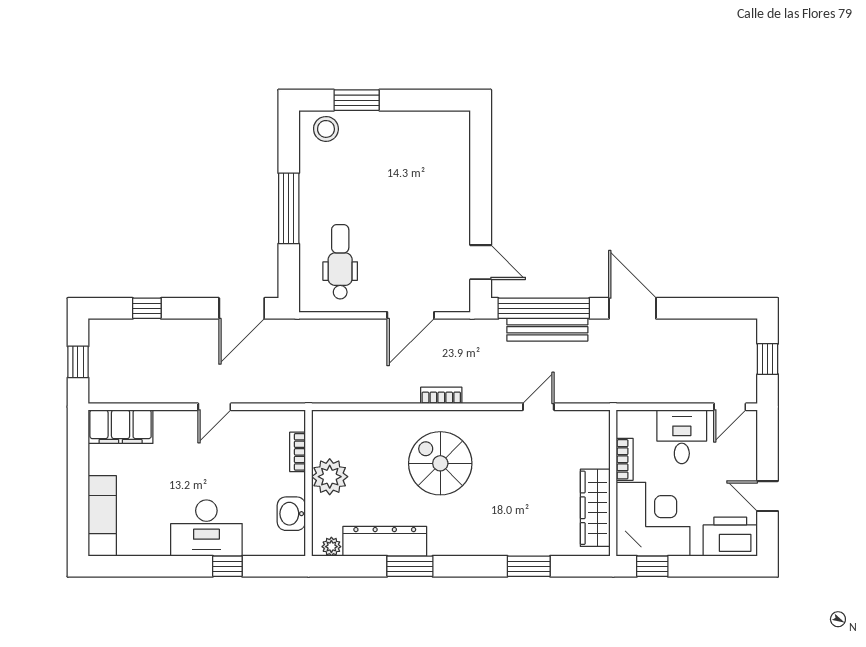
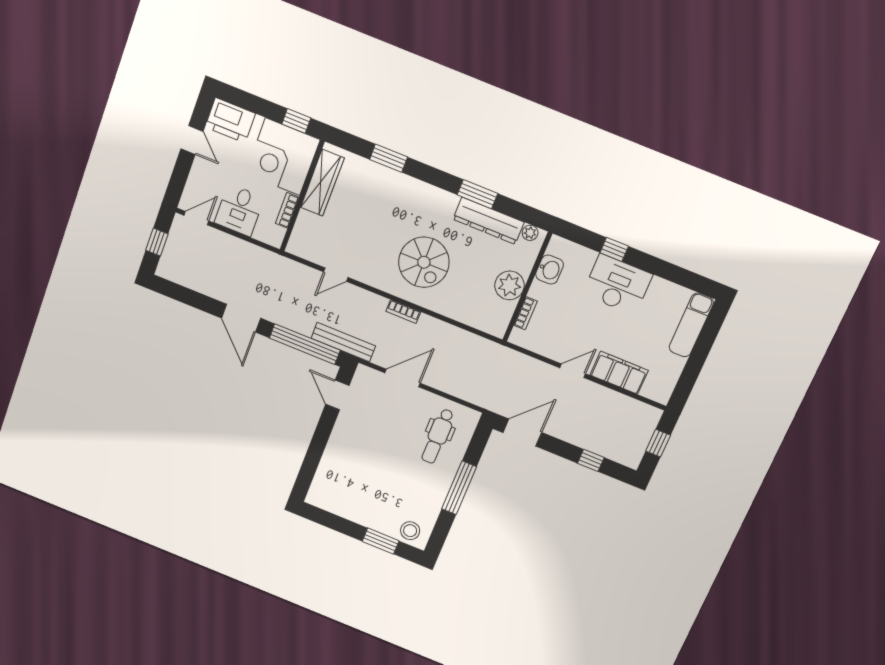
bench: (547, 330) -> (343, 342), moved
filing cabinet: (121, 427) -> (619, 373), moved

